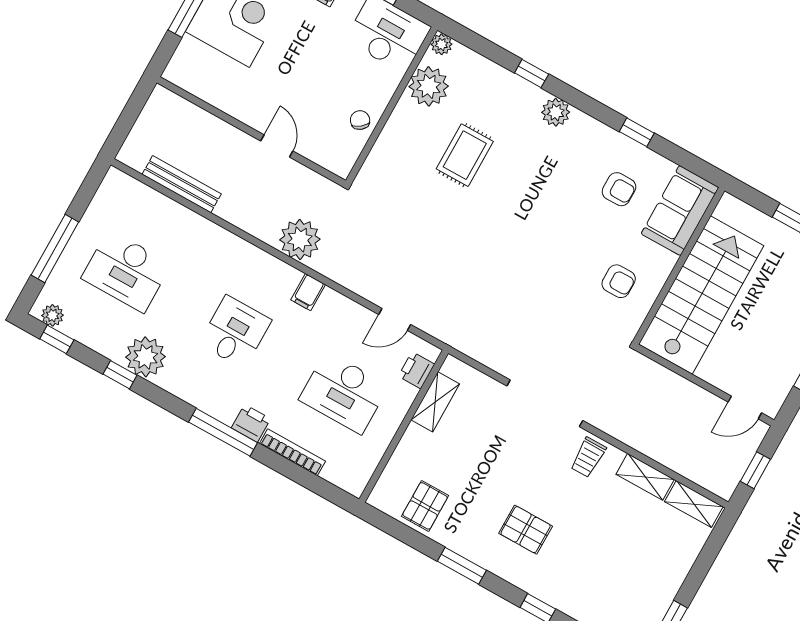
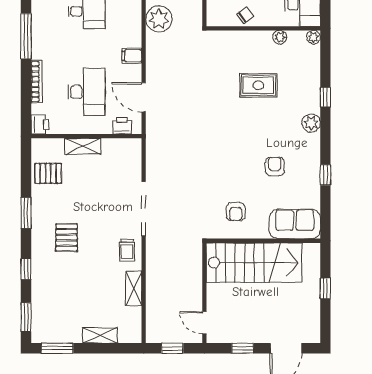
plant: (429, 86) -> (280, 37), width x0.53, depth x0.53
armchair: (619, 189) -> (275, 166), moved, turned 180
filing cabinet: (308, 292) -> (132, 56), moved
door: (395, 319) -> (144, 97), width x1.38
desk: (344, 393) -> (86, 92), turned 180
shelving: (435, 402) -> (83, 146), moved
printer: (251, 423) -> (40, 124), moved
trolley: (588, 457) -> (127, 250), turned -90
shelving: (694, 504) -> (100, 335), moved, turned 90

